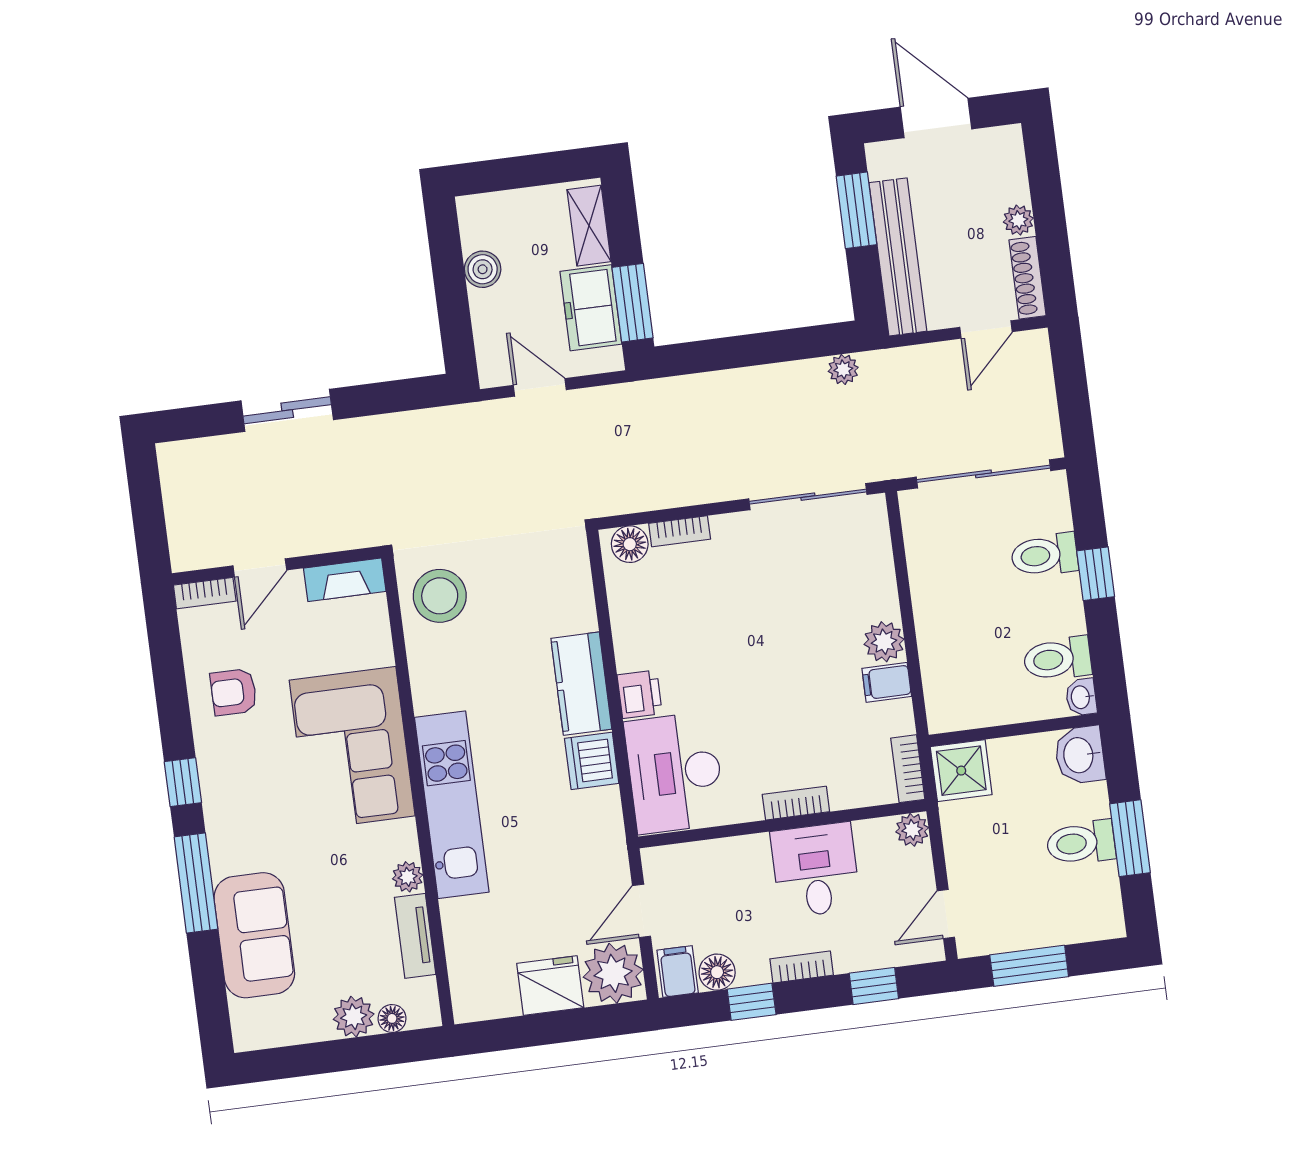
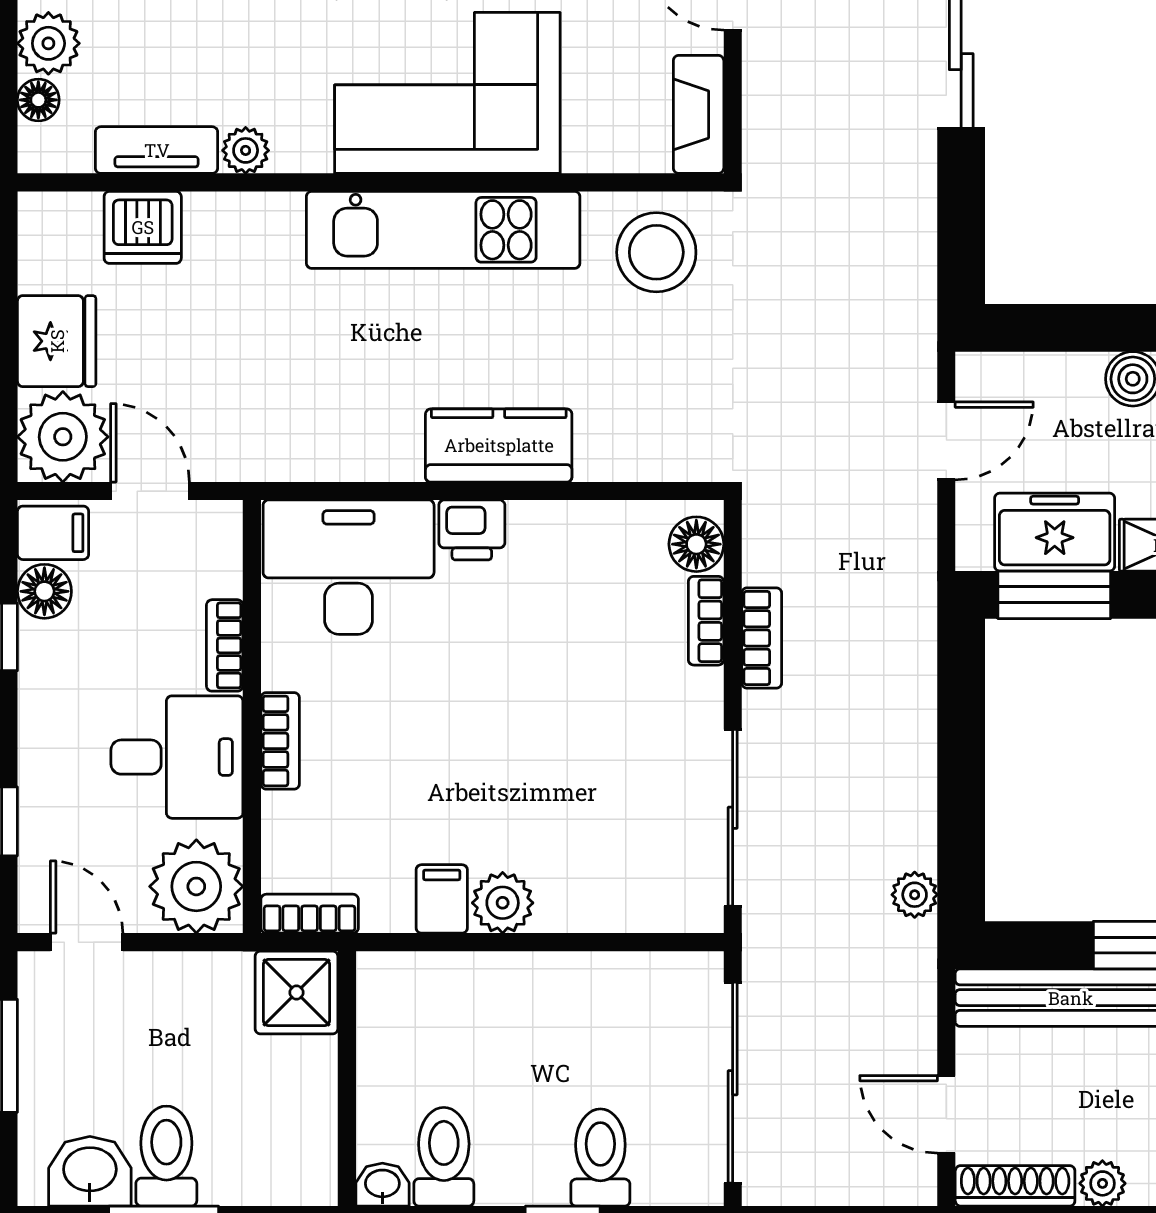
bookcase: (686, 493) -> (762, 638), added
washbasin: (1080, 755) -> (90, 1171), moved
dishwasher: (592, 761) -> (143, 227), moved, turned 180
kitchen unit: (452, 805) -> (443, 230), moved
plant: (912, 830) -> (196, 886), width x1.87, depth x1.87
bookcase: (802, 967) -> (225, 645), moved, turned 180

